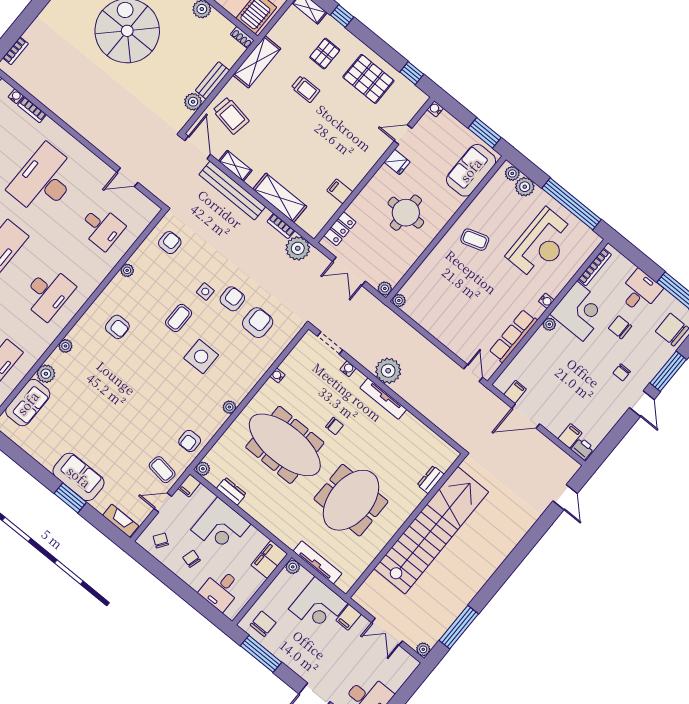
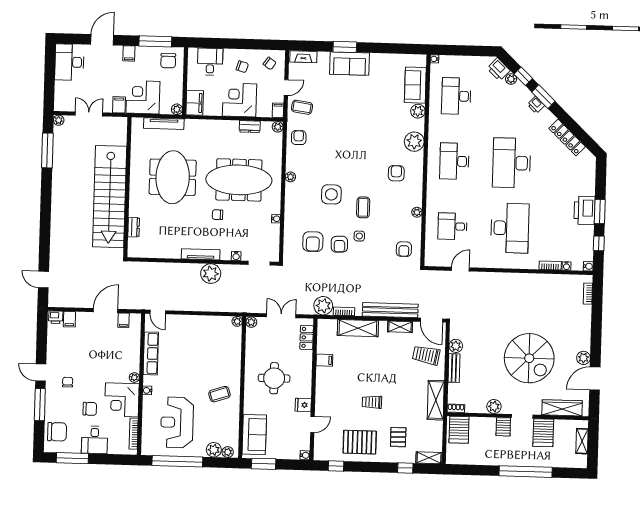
trolley: (306, 89) -> (372, 402), moved
armchair: (117, 327) -> (396, 173), turned 90
plant: (65, 346) -> (414, 142), width x1.87, depth x1.87
filing cabinet: (298, 662) -> (129, 53), added

